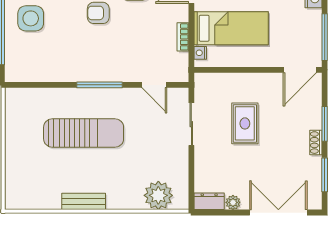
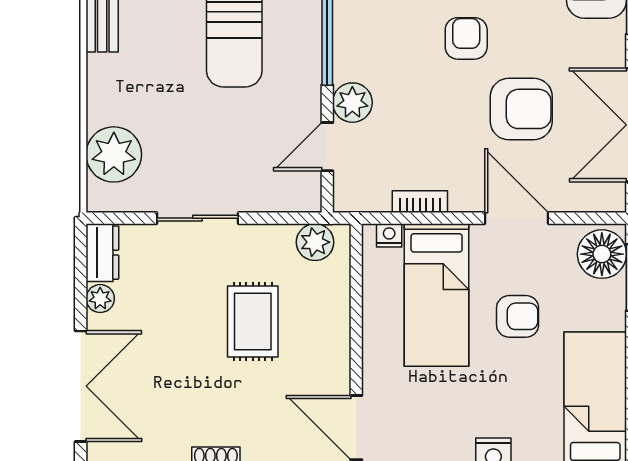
plant: (131, 72) -> (352, 103), added
plant: (204, 91) -> (315, 242), added
rug: (245, 123) -> (253, 322), turned 90
sliding door: (191, 124) -> (198, 218), moved

